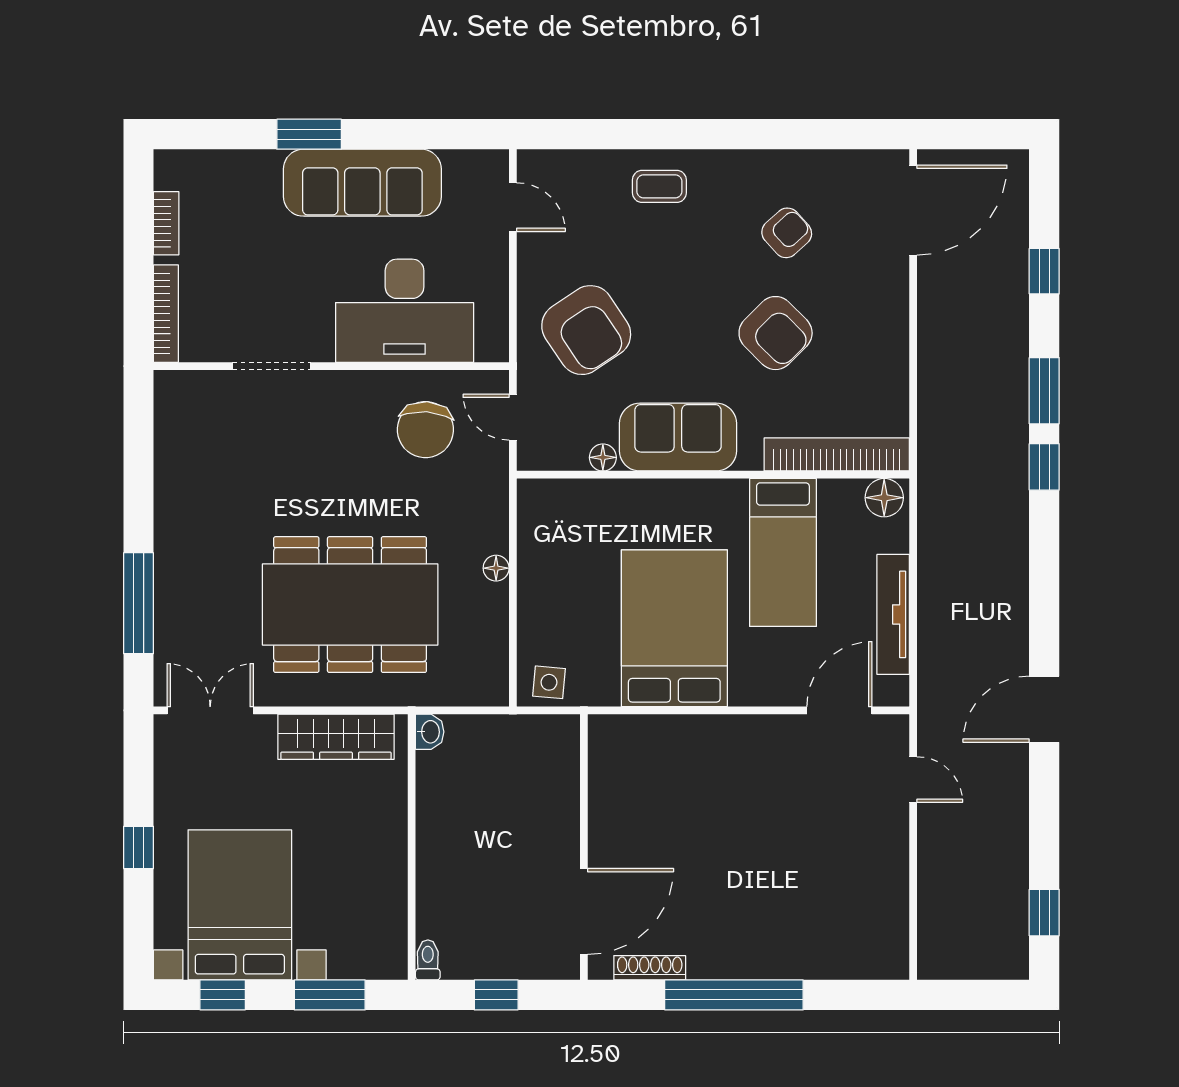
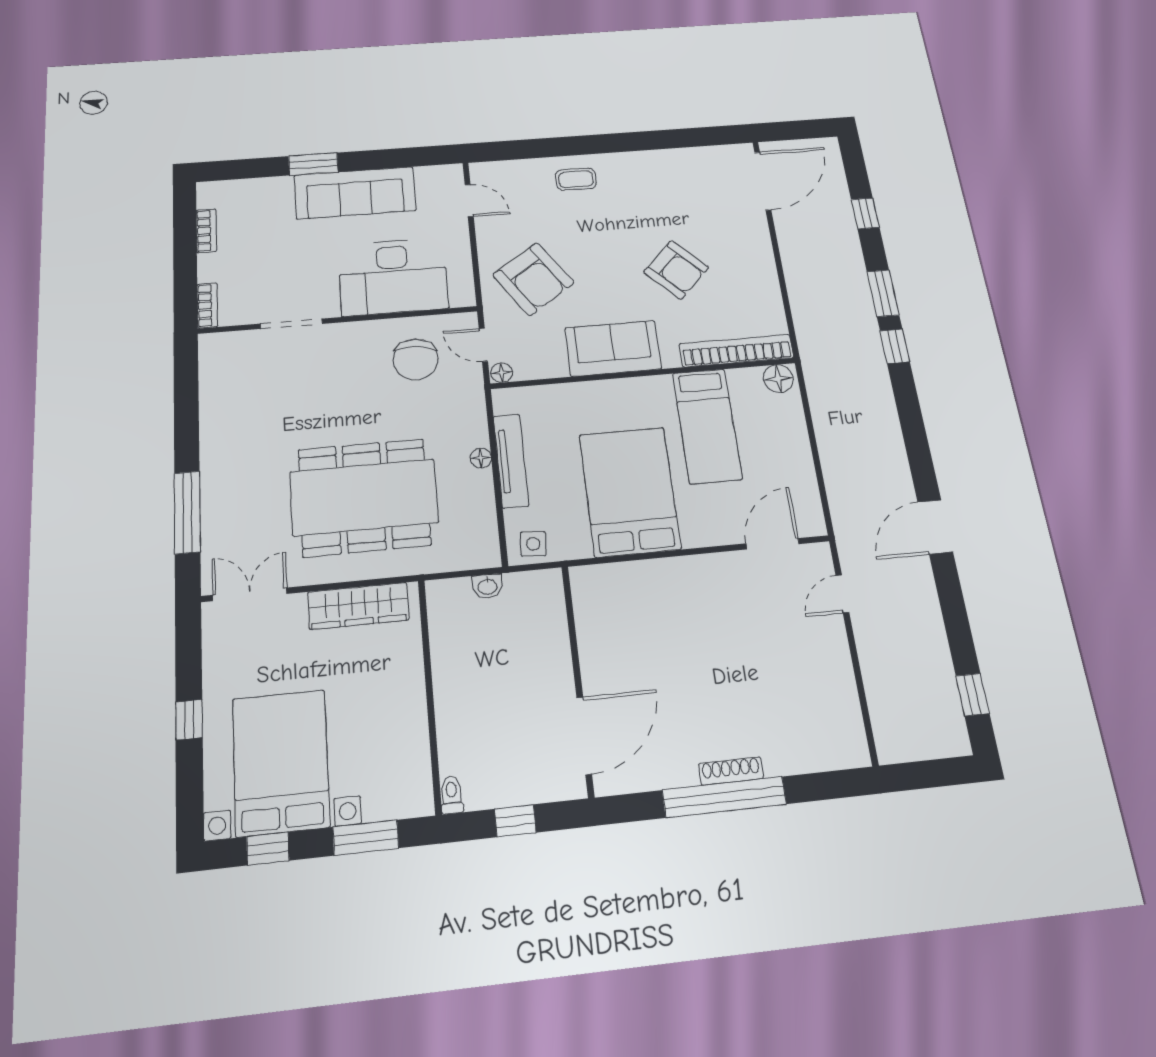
armchair: (787, 233) -> (674, 202), removed
bookcase: (166, 314) -> (207, 305), width x0.64
floor lamp: (603, 457) -> (502, 373), moved
tv unit: (893, 614) -> (511, 461), moved, turned 180
washbasin: (430, 732) -> (487, 586), moved, turned 90
door: (913, 780) -> (842, 594), swing flipped
shoe rack: (650, 968) -> (731, 771), moved

